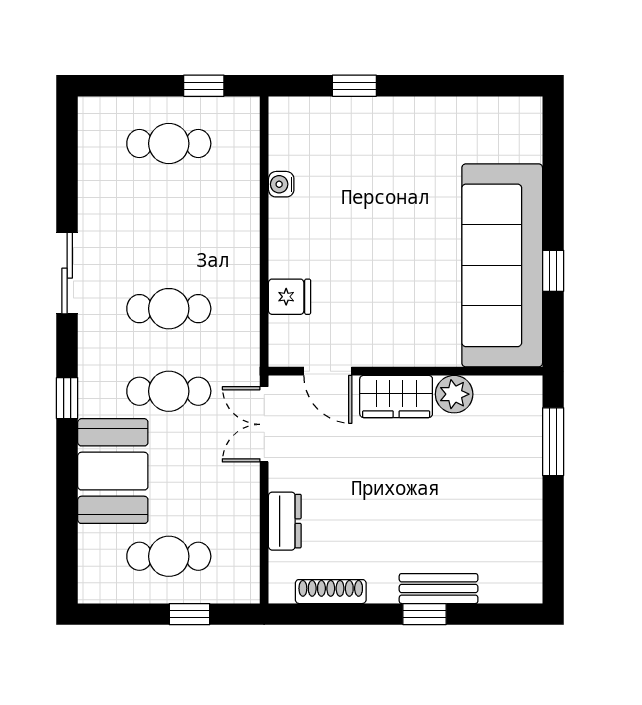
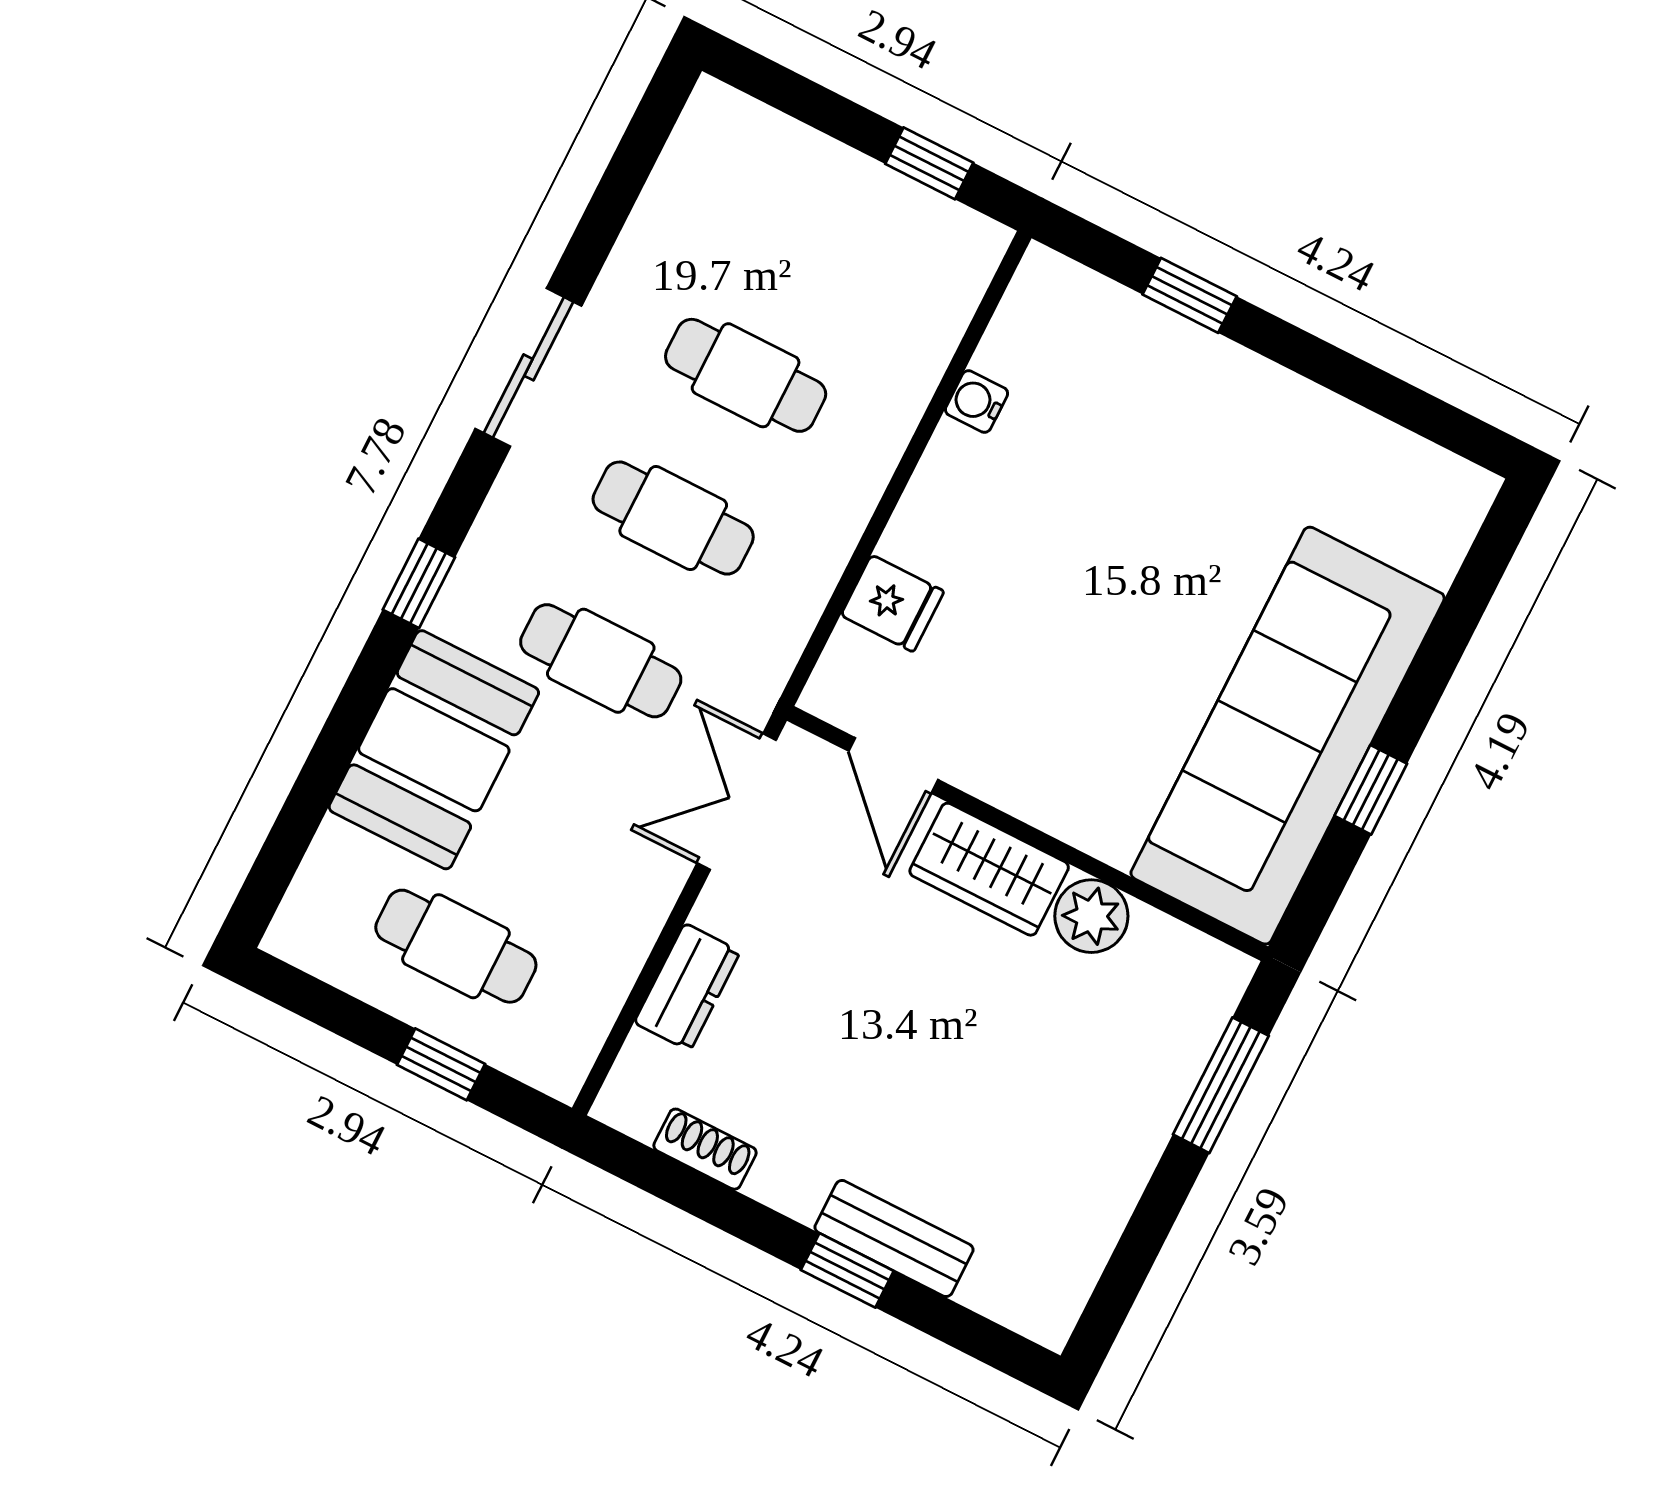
cafe table: (169, 144) -> (746, 375), moved
shoe rack: (331, 592) -> (705, 1149), width x0.70

